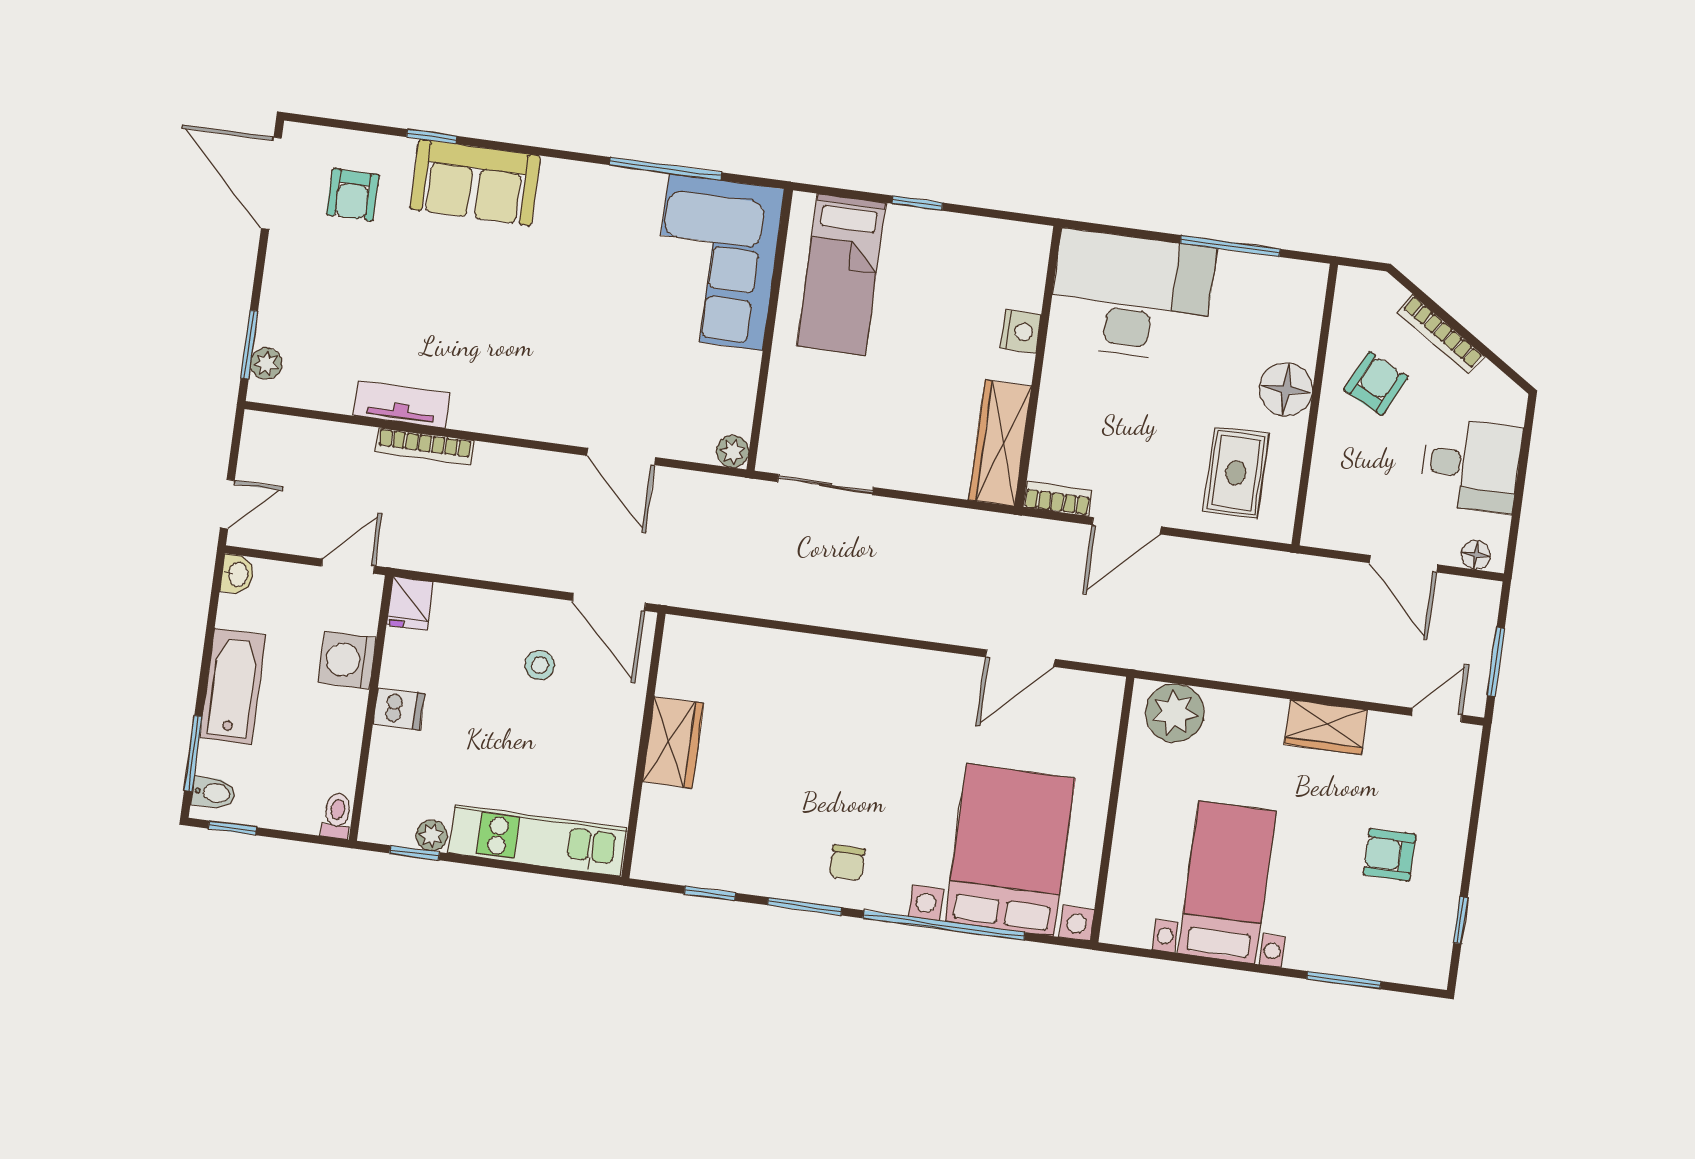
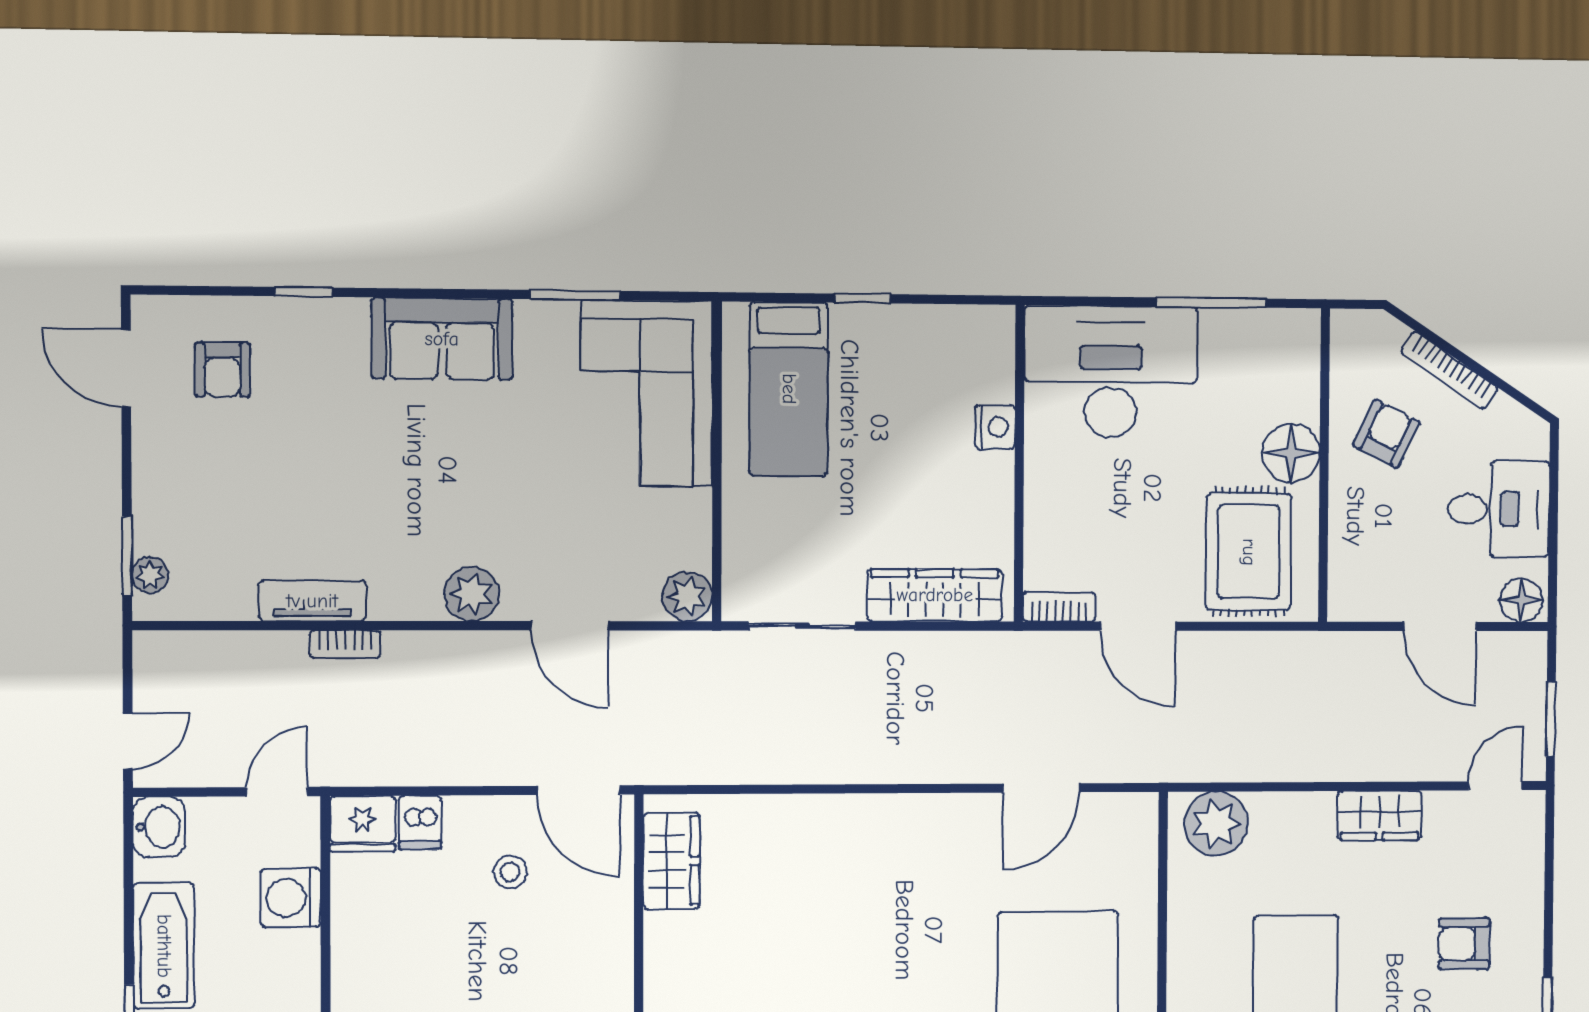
window: (666, 169) -> (575, 295), width x0.69
sofa: (475, 182) -> (442, 339), moved
door: (271, 183) -> (126, 368), width x0.73
plant: (540, 417) -> (472, 594), added
wardrobe: (1000, 443) -> (935, 595), moved, turned 90
bookcase: (425, 446) -> (345, 644), width x0.64
plant: (733, 452) -> (687, 596), width x1.38, depth x1.38
rug: (1236, 473) -> (1249, 552), width x1.36, depth x1.43
door: (1127, 526) -> (1138, 626), hinge flipped
floor lamp: (1476, 555) -> (1521, 600), width x1.37, depth x1.37
washbasin: (237, 574) -> (159, 827), width x1.38, depth x1.45
fridge: (410, 603) -> (363, 824), width x1.38
dishwasher: (399, 709) -> (420, 822), moved, turned 90
wardrobe: (673, 743) -> (671, 861), moved

